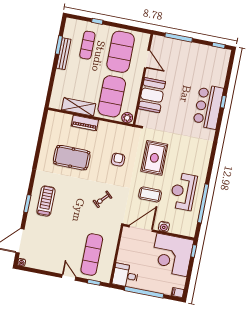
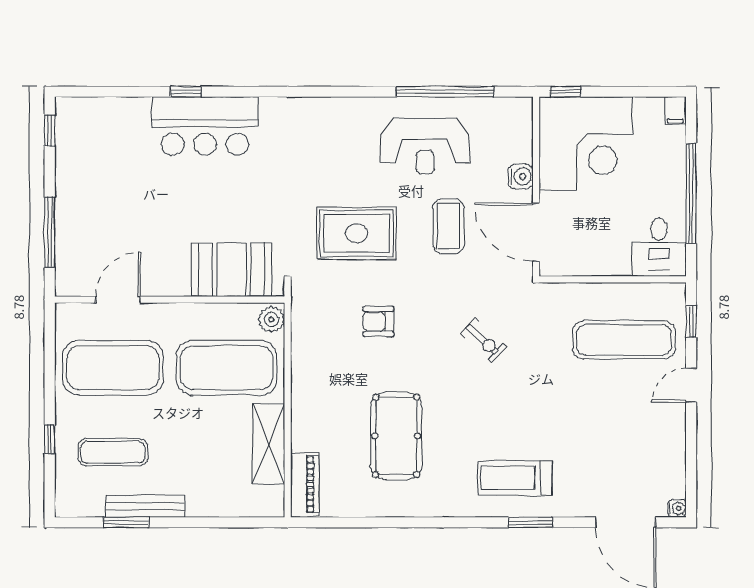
booth: (152, 95) -> (232, 270), moved
piano: (85, 123) -> (305, 484), moved

